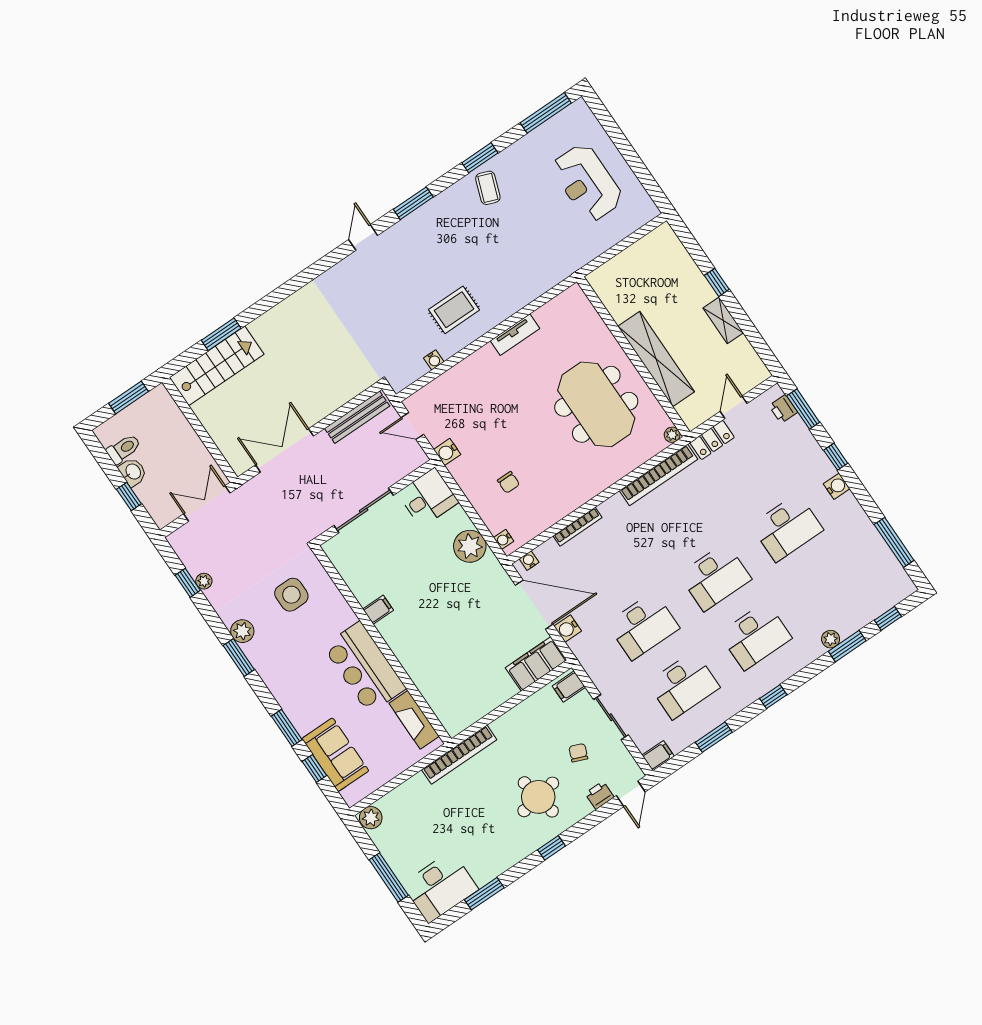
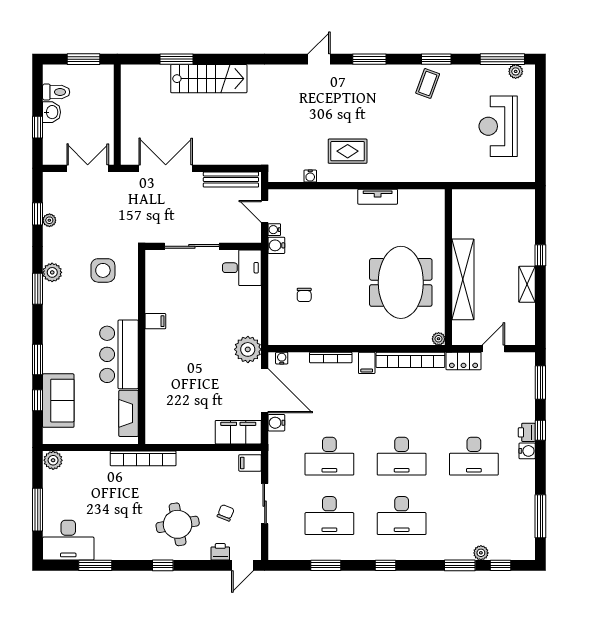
plant: (567, 116) -> (516, 71), added
stairs: (217, 366) -> (209, 79), moved
printer: (783, 409) -> (527, 432), moved
water cooler: (504, 539) -> (274, 230), moved
plant: (470, 546) -> (248, 349), moved
plant: (831, 639) -> (481, 553), moved
filing cabinet: (658, 756) -> (367, 363), moved, turned 90

